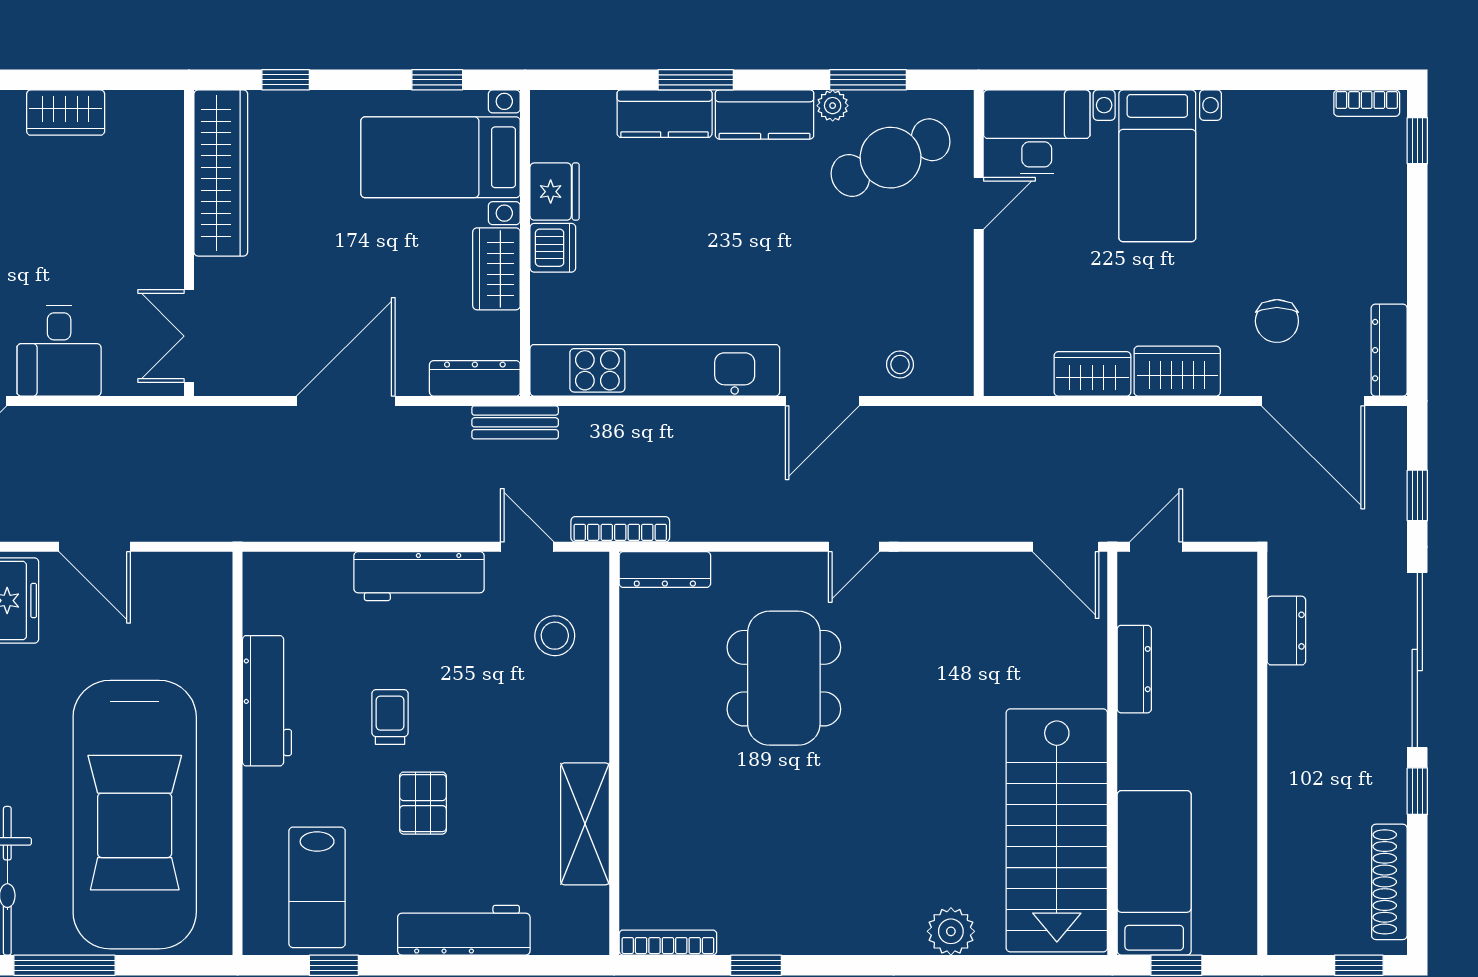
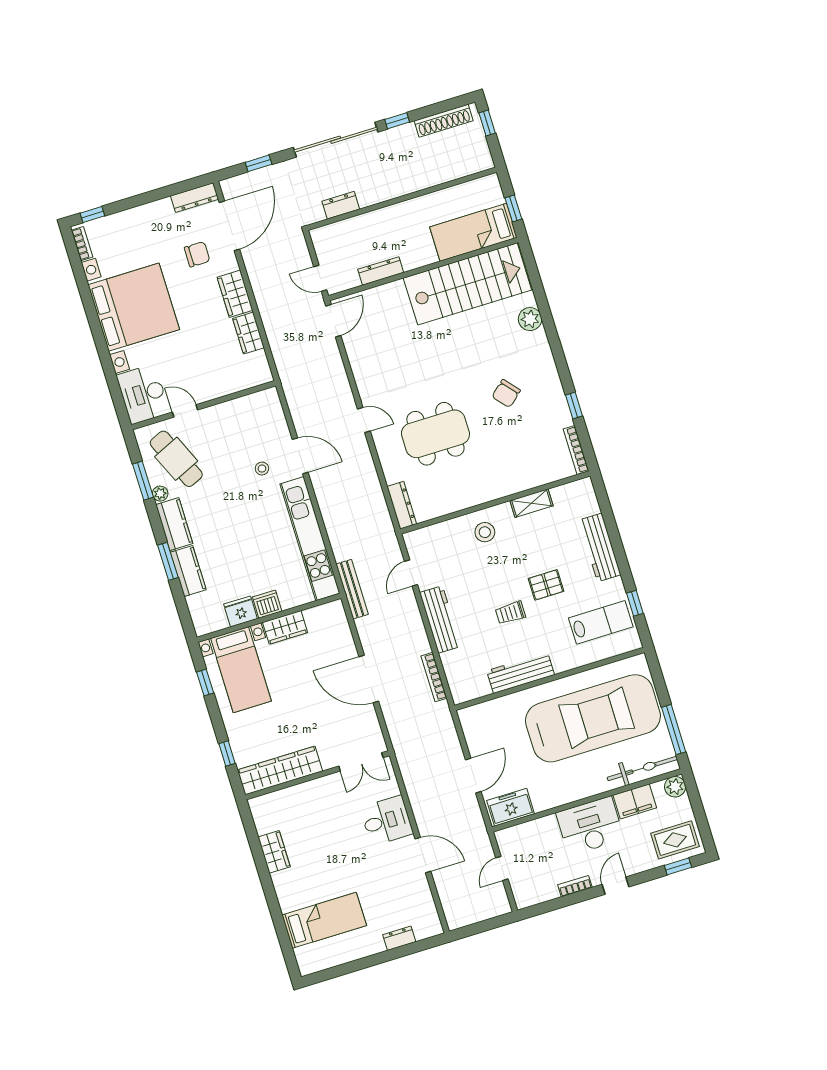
bed with nightstands: (1157, 166) -> (134, 307), width x1.85
stool: (900, 364) -> (262, 469), moved
dresser: (475, 378) -> (340, 622), removed
bench: (515, 422) -> (352, 589), width x1.36
bookcase: (620, 529) -> (434, 677), moved
stool: (555, 636) -> (485, 532), moved
shelving: (585, 824) -> (532, 503), width x0.67, depth x0.75
chair: (820, 840) -> (506, 394), added

